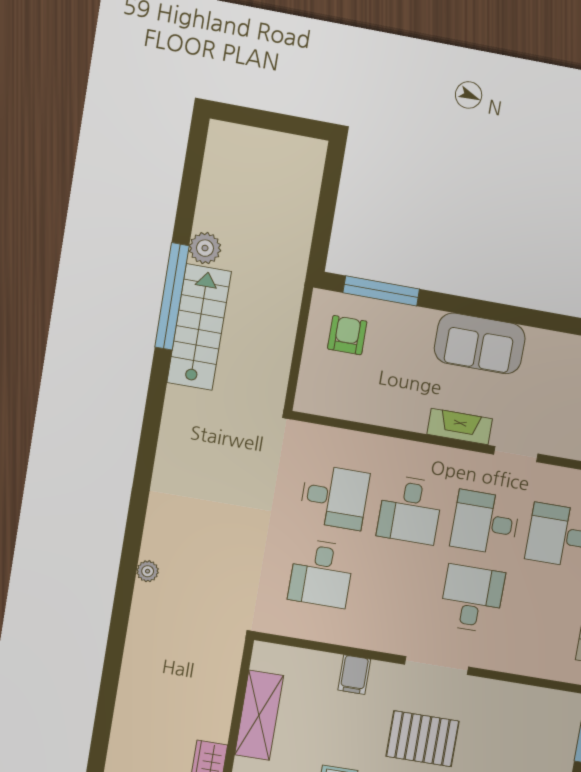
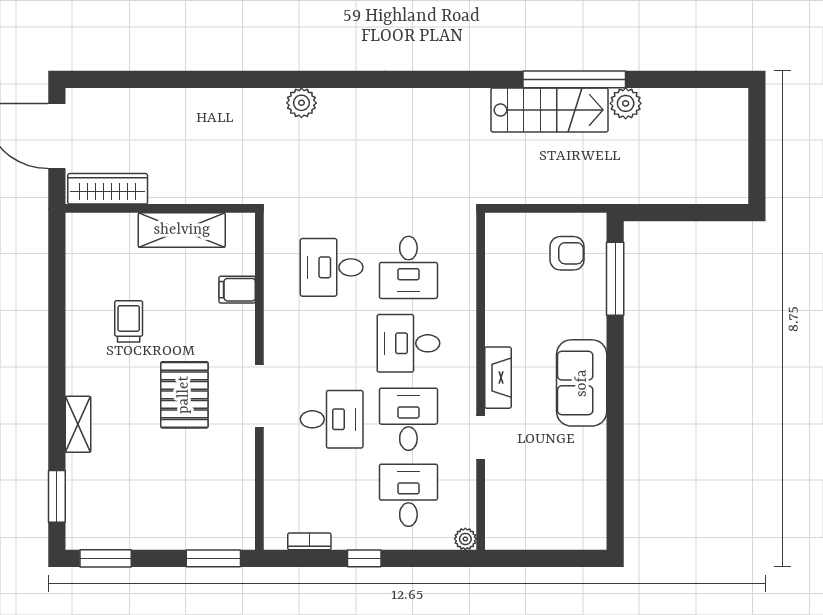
plant: (148, 571) -> (301, 103), width x1.38, depth x1.38
filing cabinet: (354, 675) -> (237, 290), moved

